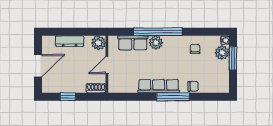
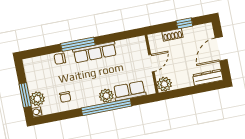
dresser: (70, 41) -> (208, 77), moved
shoe rack: (96, 88) -> (172, 35), moved

